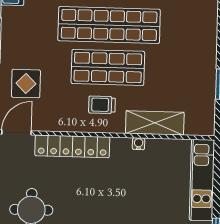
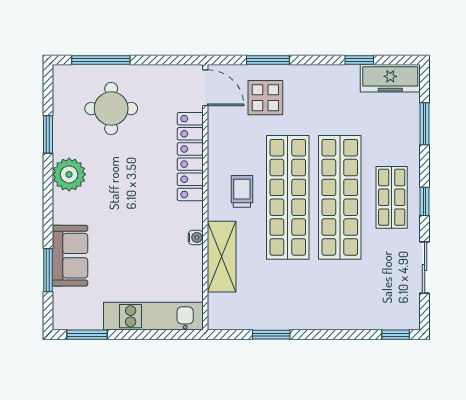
shop shelf: (108, 67) -> (288, 197), width x1.40

